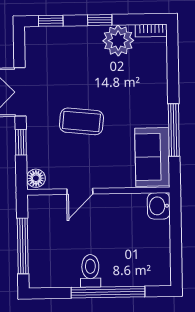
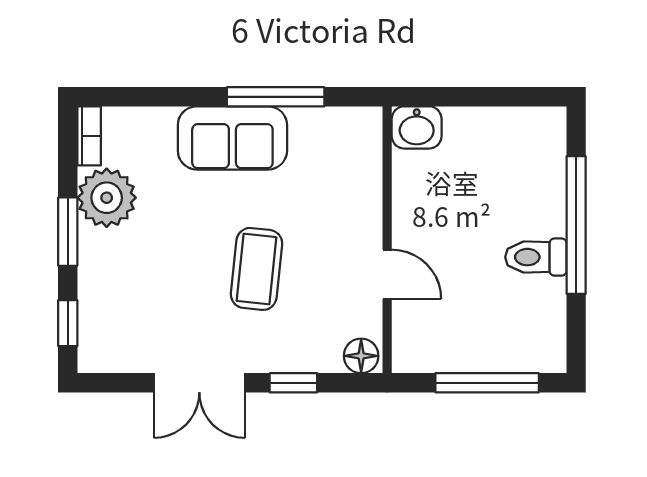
window: (100, 20) -> (68, 232), width x1.50
sofa: (152, 157) -> (232, 138), moved

